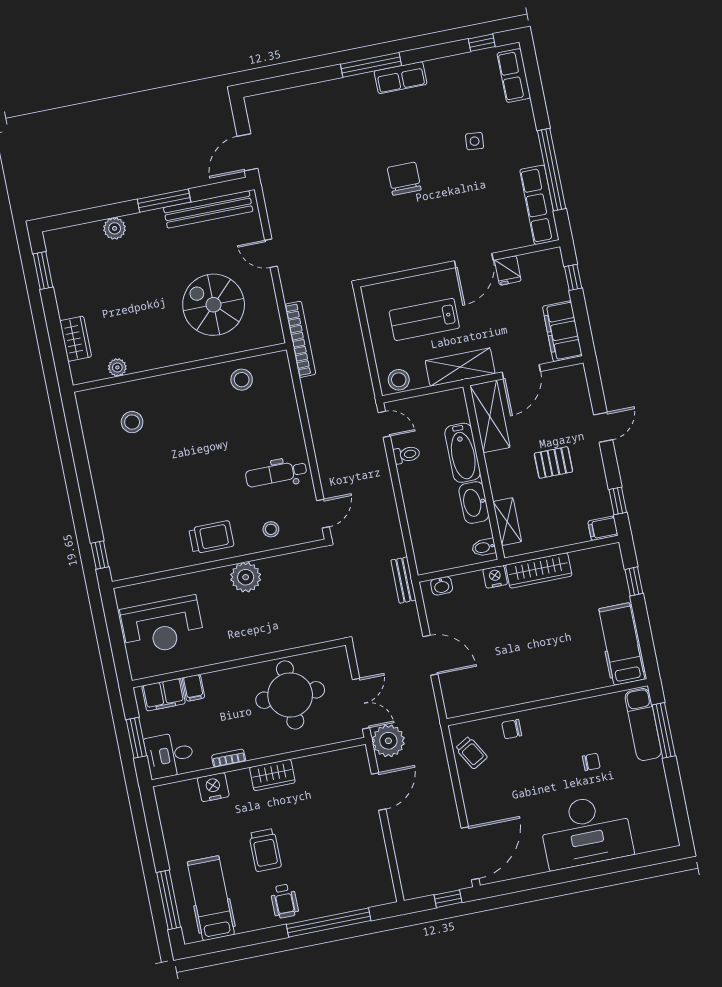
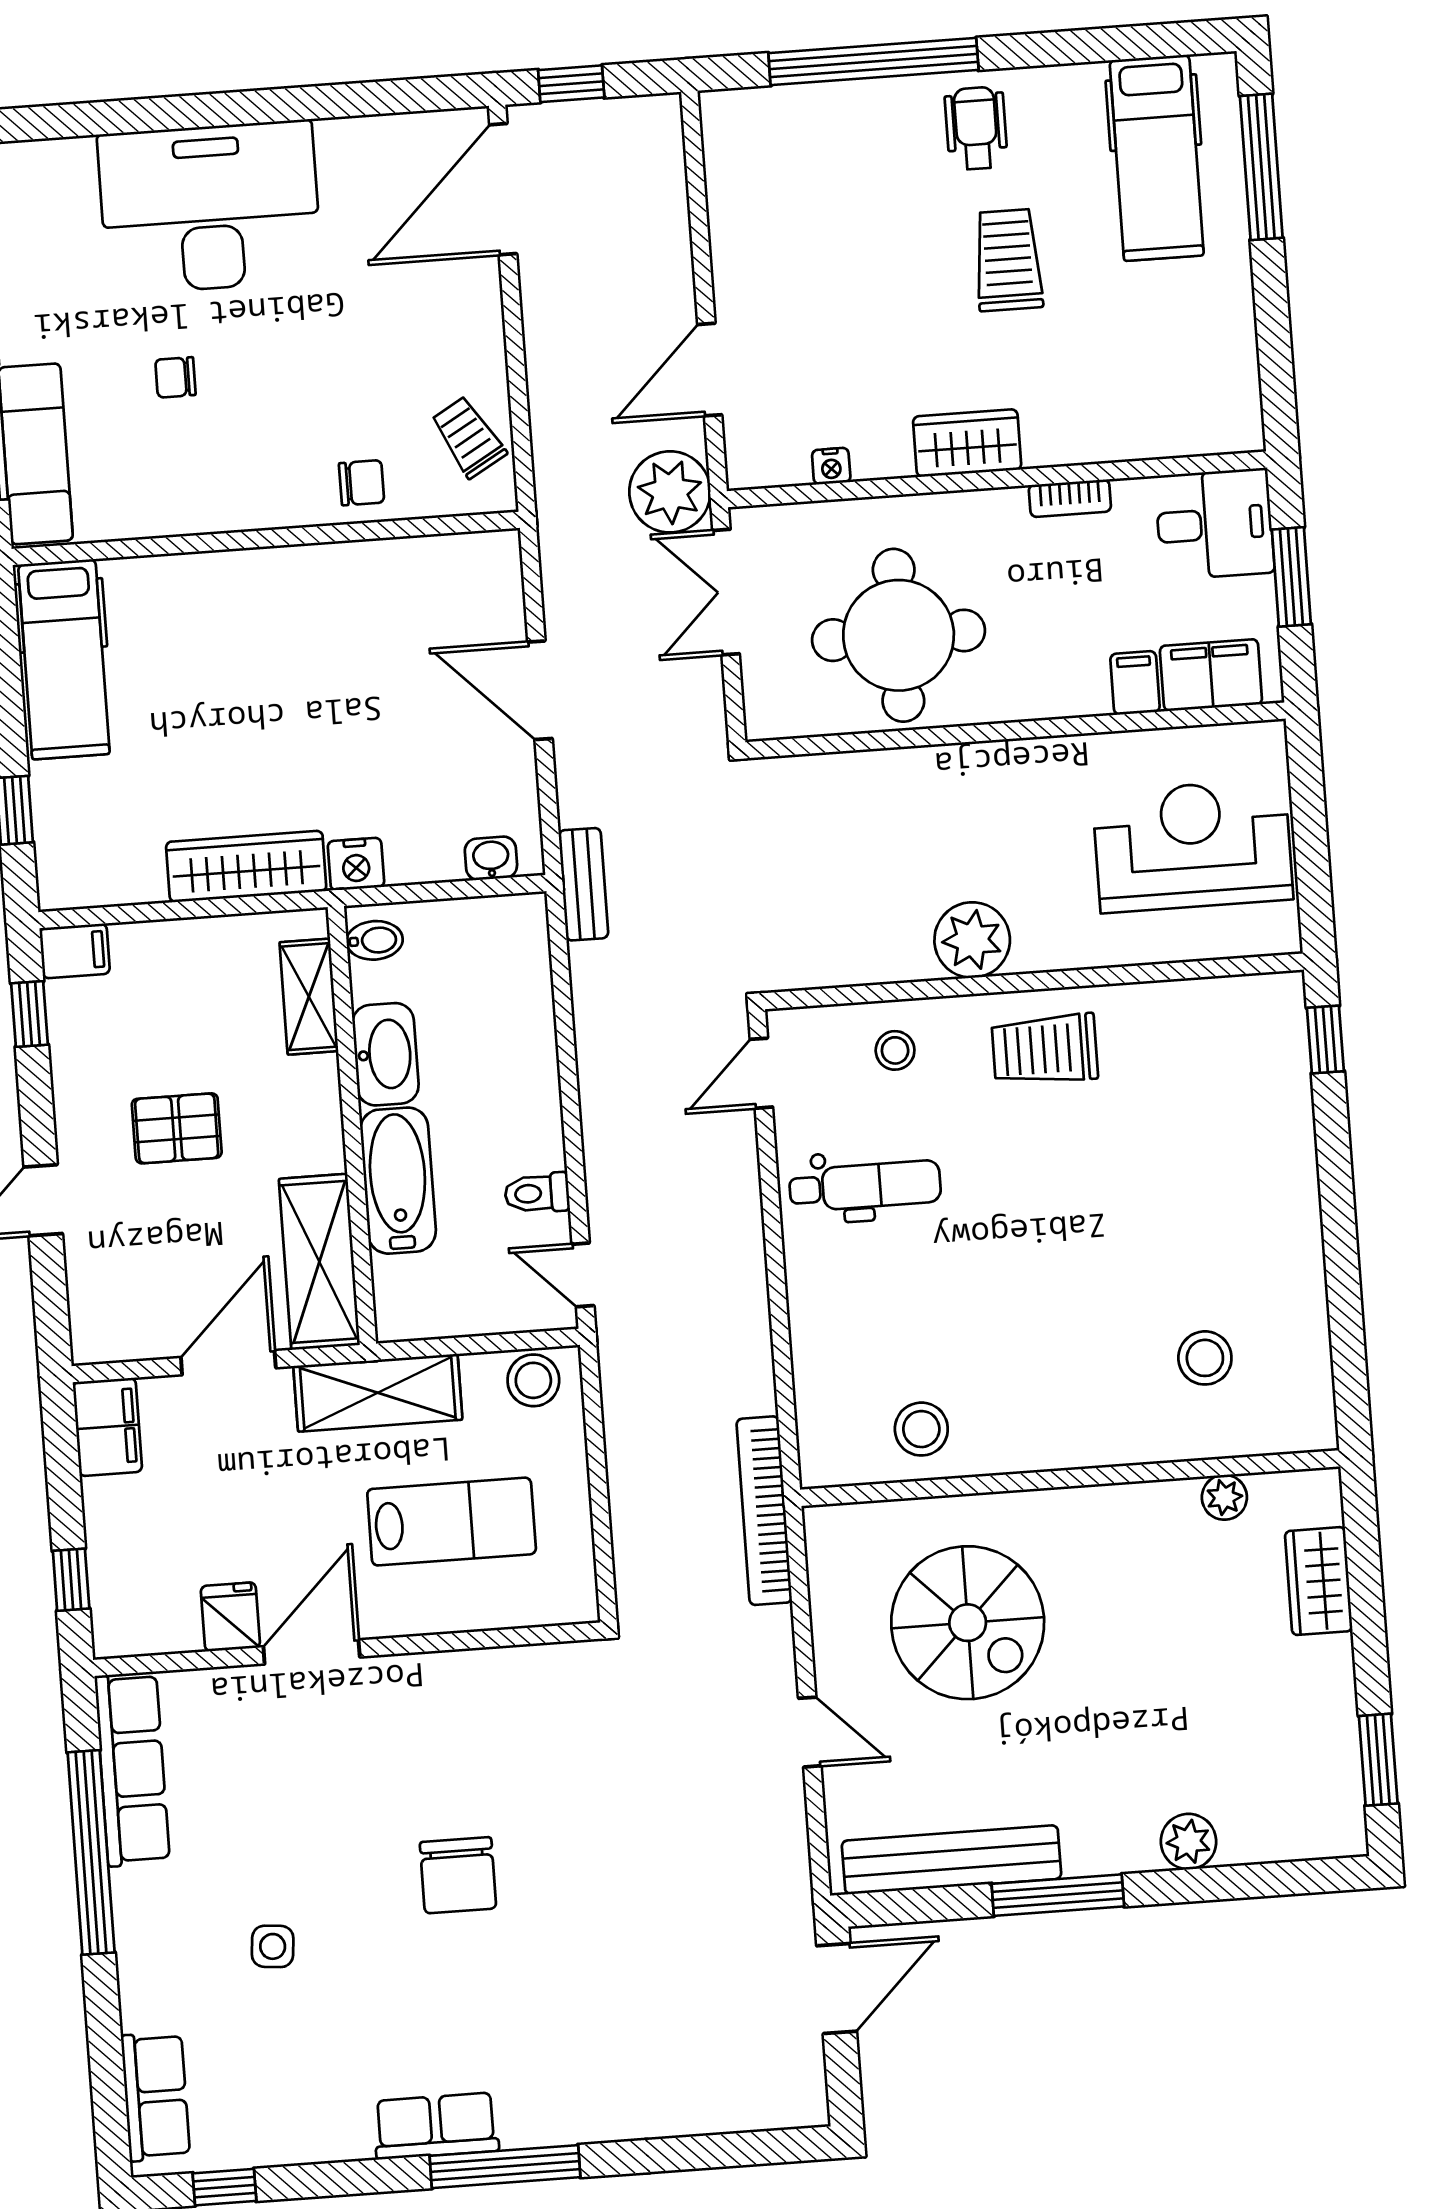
filing cabinet: (562, 331) -> (107, 1427), width x0.67, depth x0.86
nightstand: (213, 787) -> (831, 466), moved, width x0.53, depth x0.56

